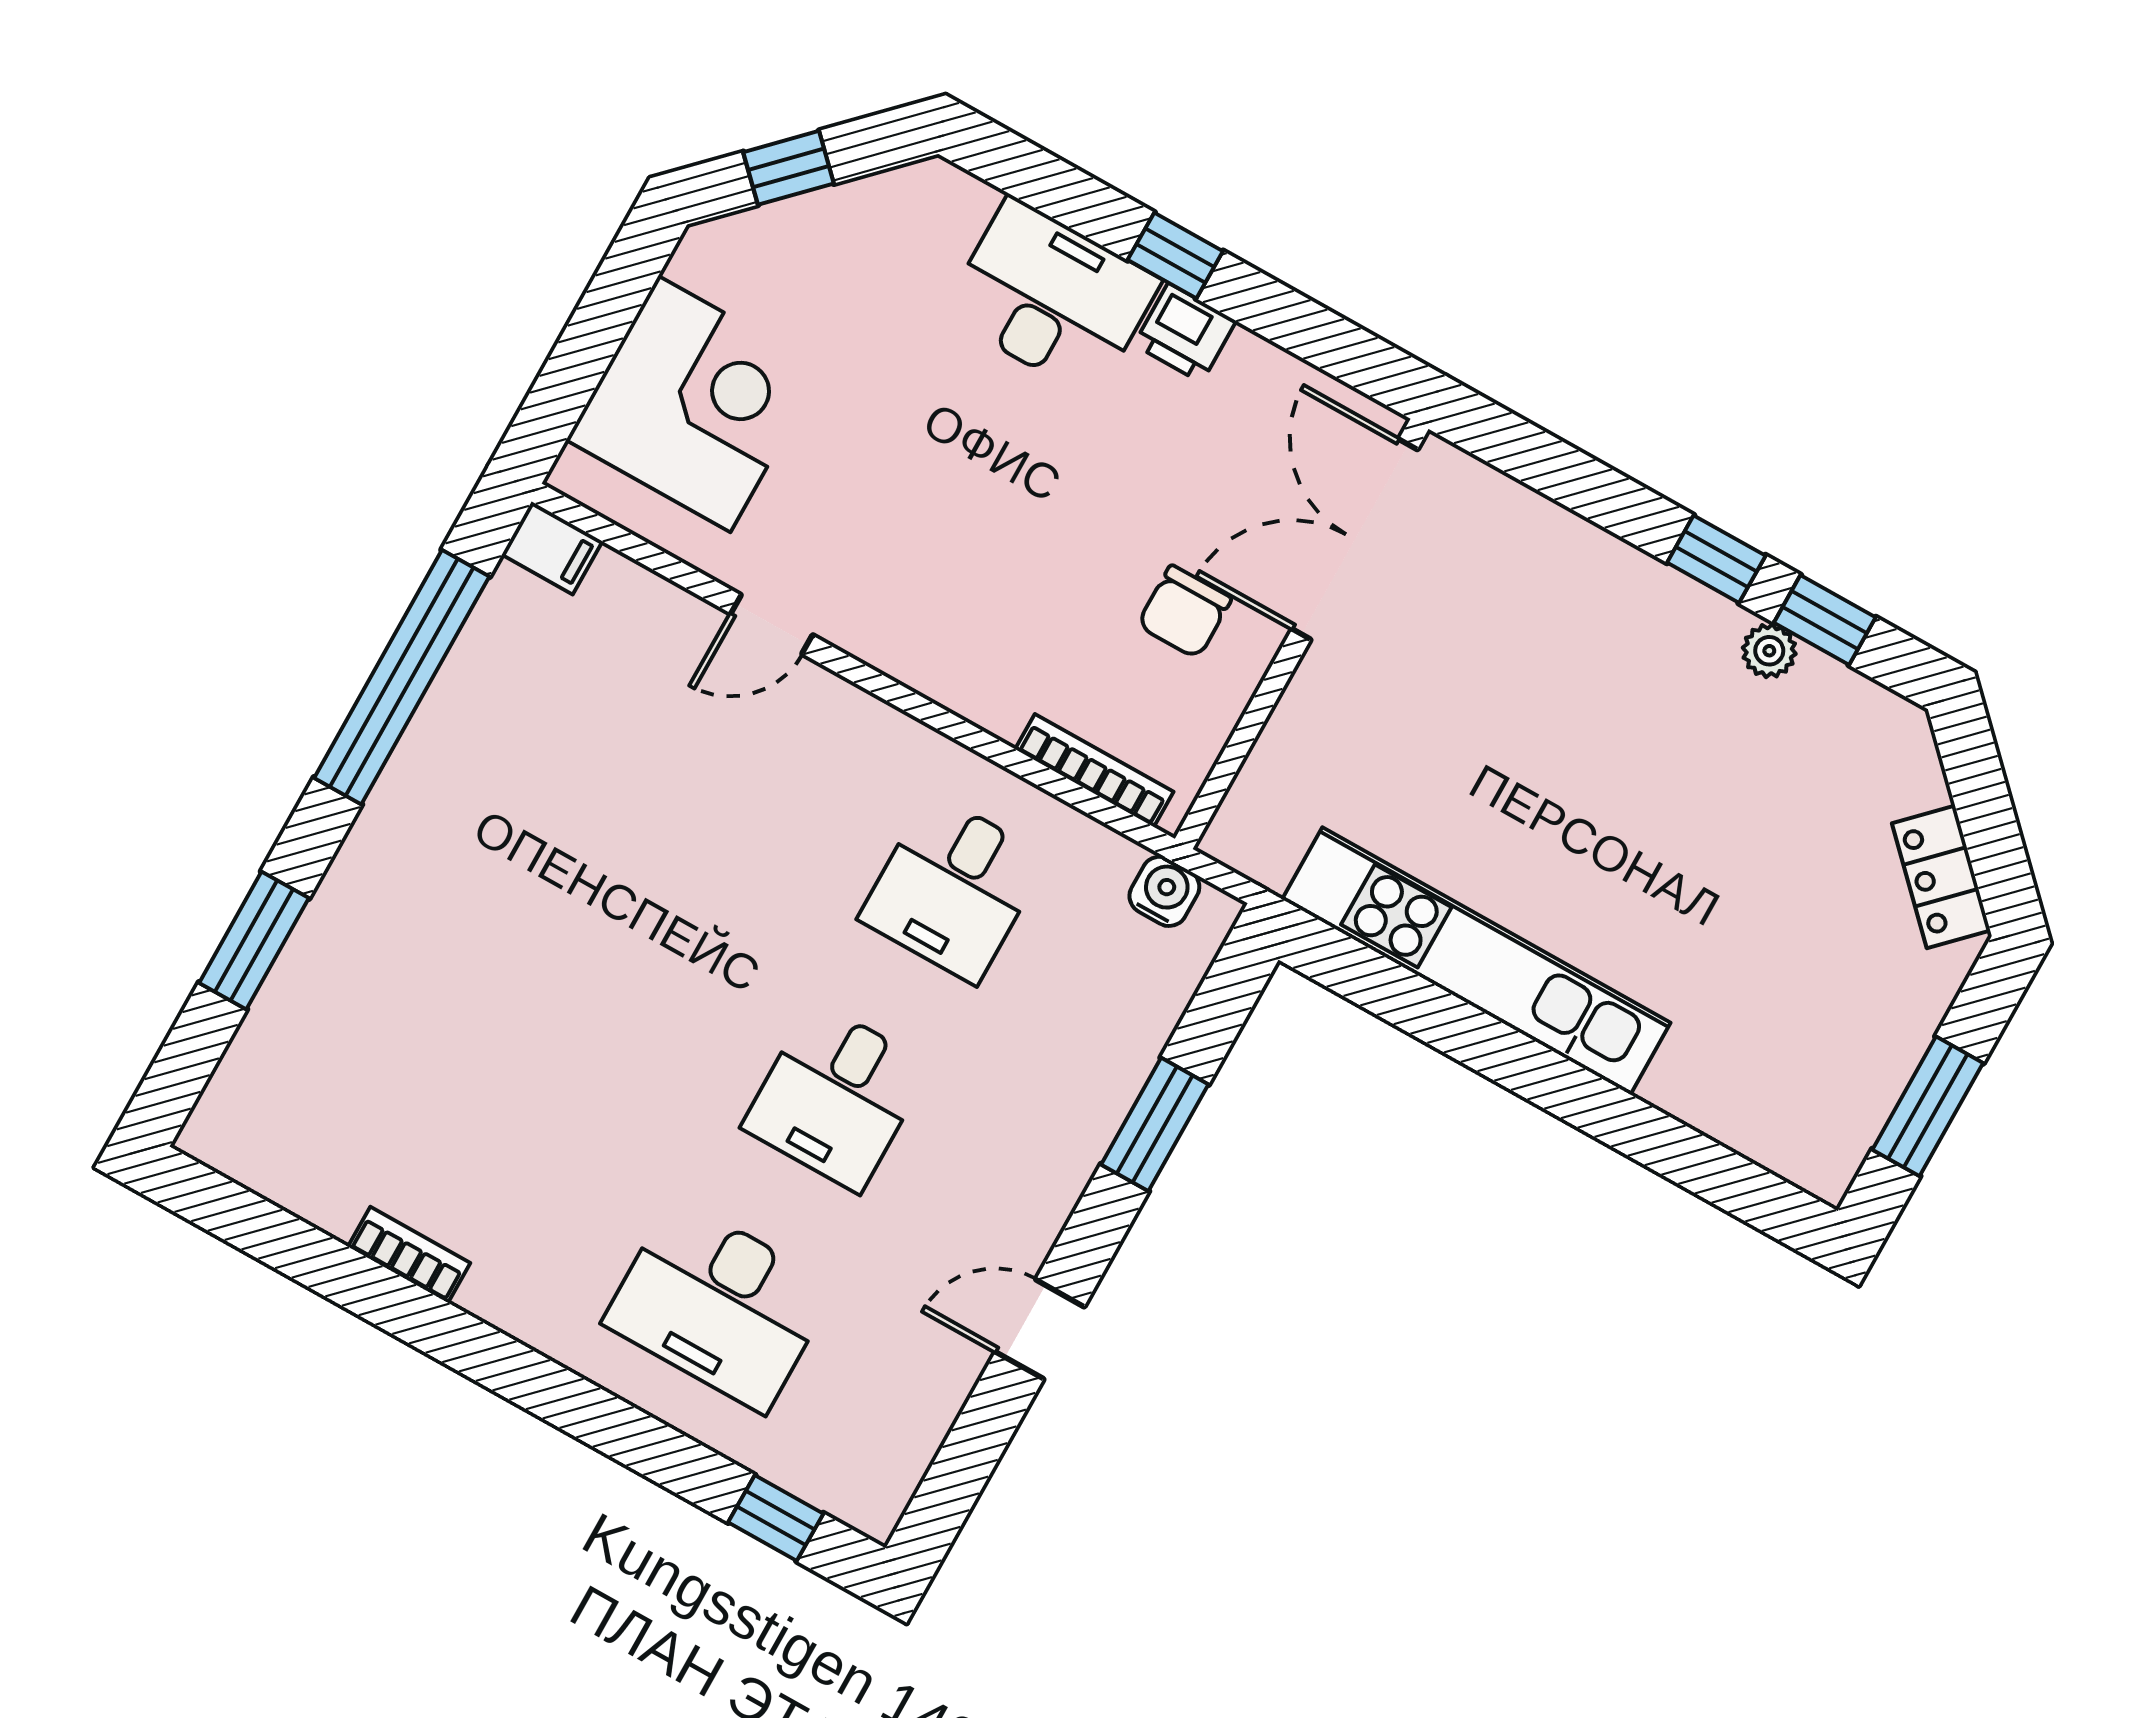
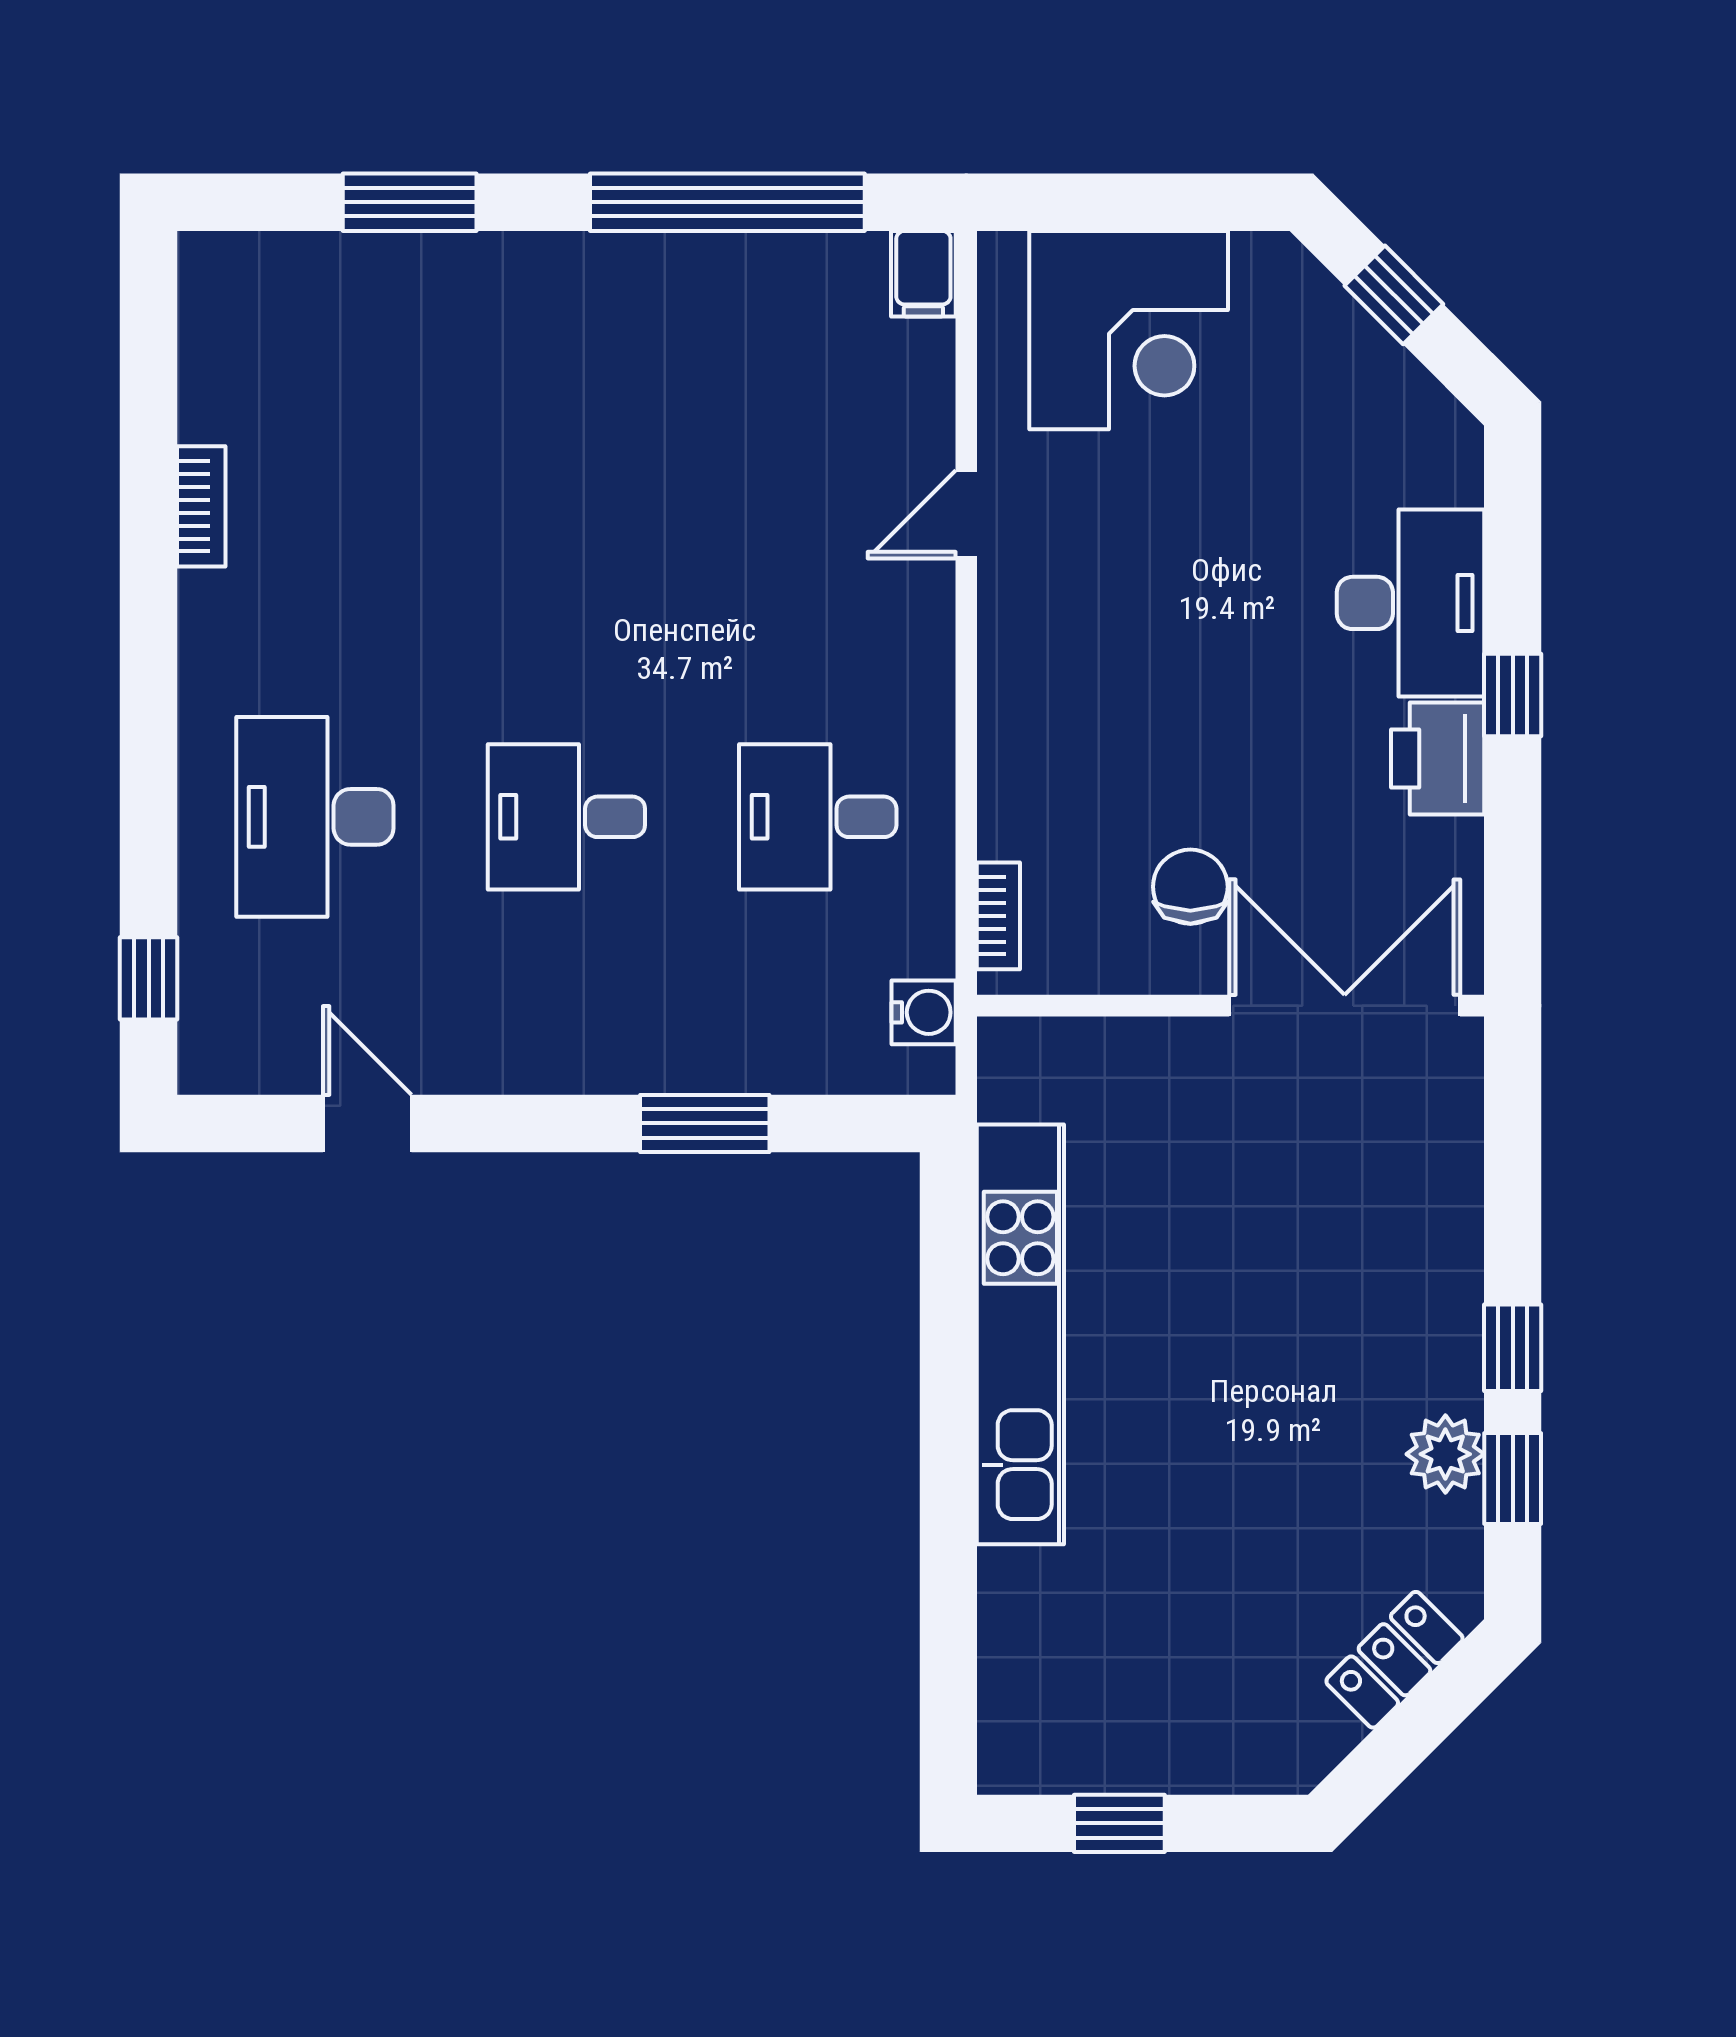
printer: (1185, 333) -> (1438, 759), width x1.36, depth x1.24
chair: (1184, 612) -> (1190, 887), turned 90
door: (772, 624) -> (966, 514), hinge flipped
plant: (1769, 651) -> (1445, 1454), width x1.38, depth x1.38
bookcase: (1094, 770) -> (998, 916), width x0.64
locker: (1941, 877) -> (1394, 1660), moved
window: (1928, 1106) -> (1119, 1823), width x0.67
door: (1040, 1329) -> (367, 1123), moved

